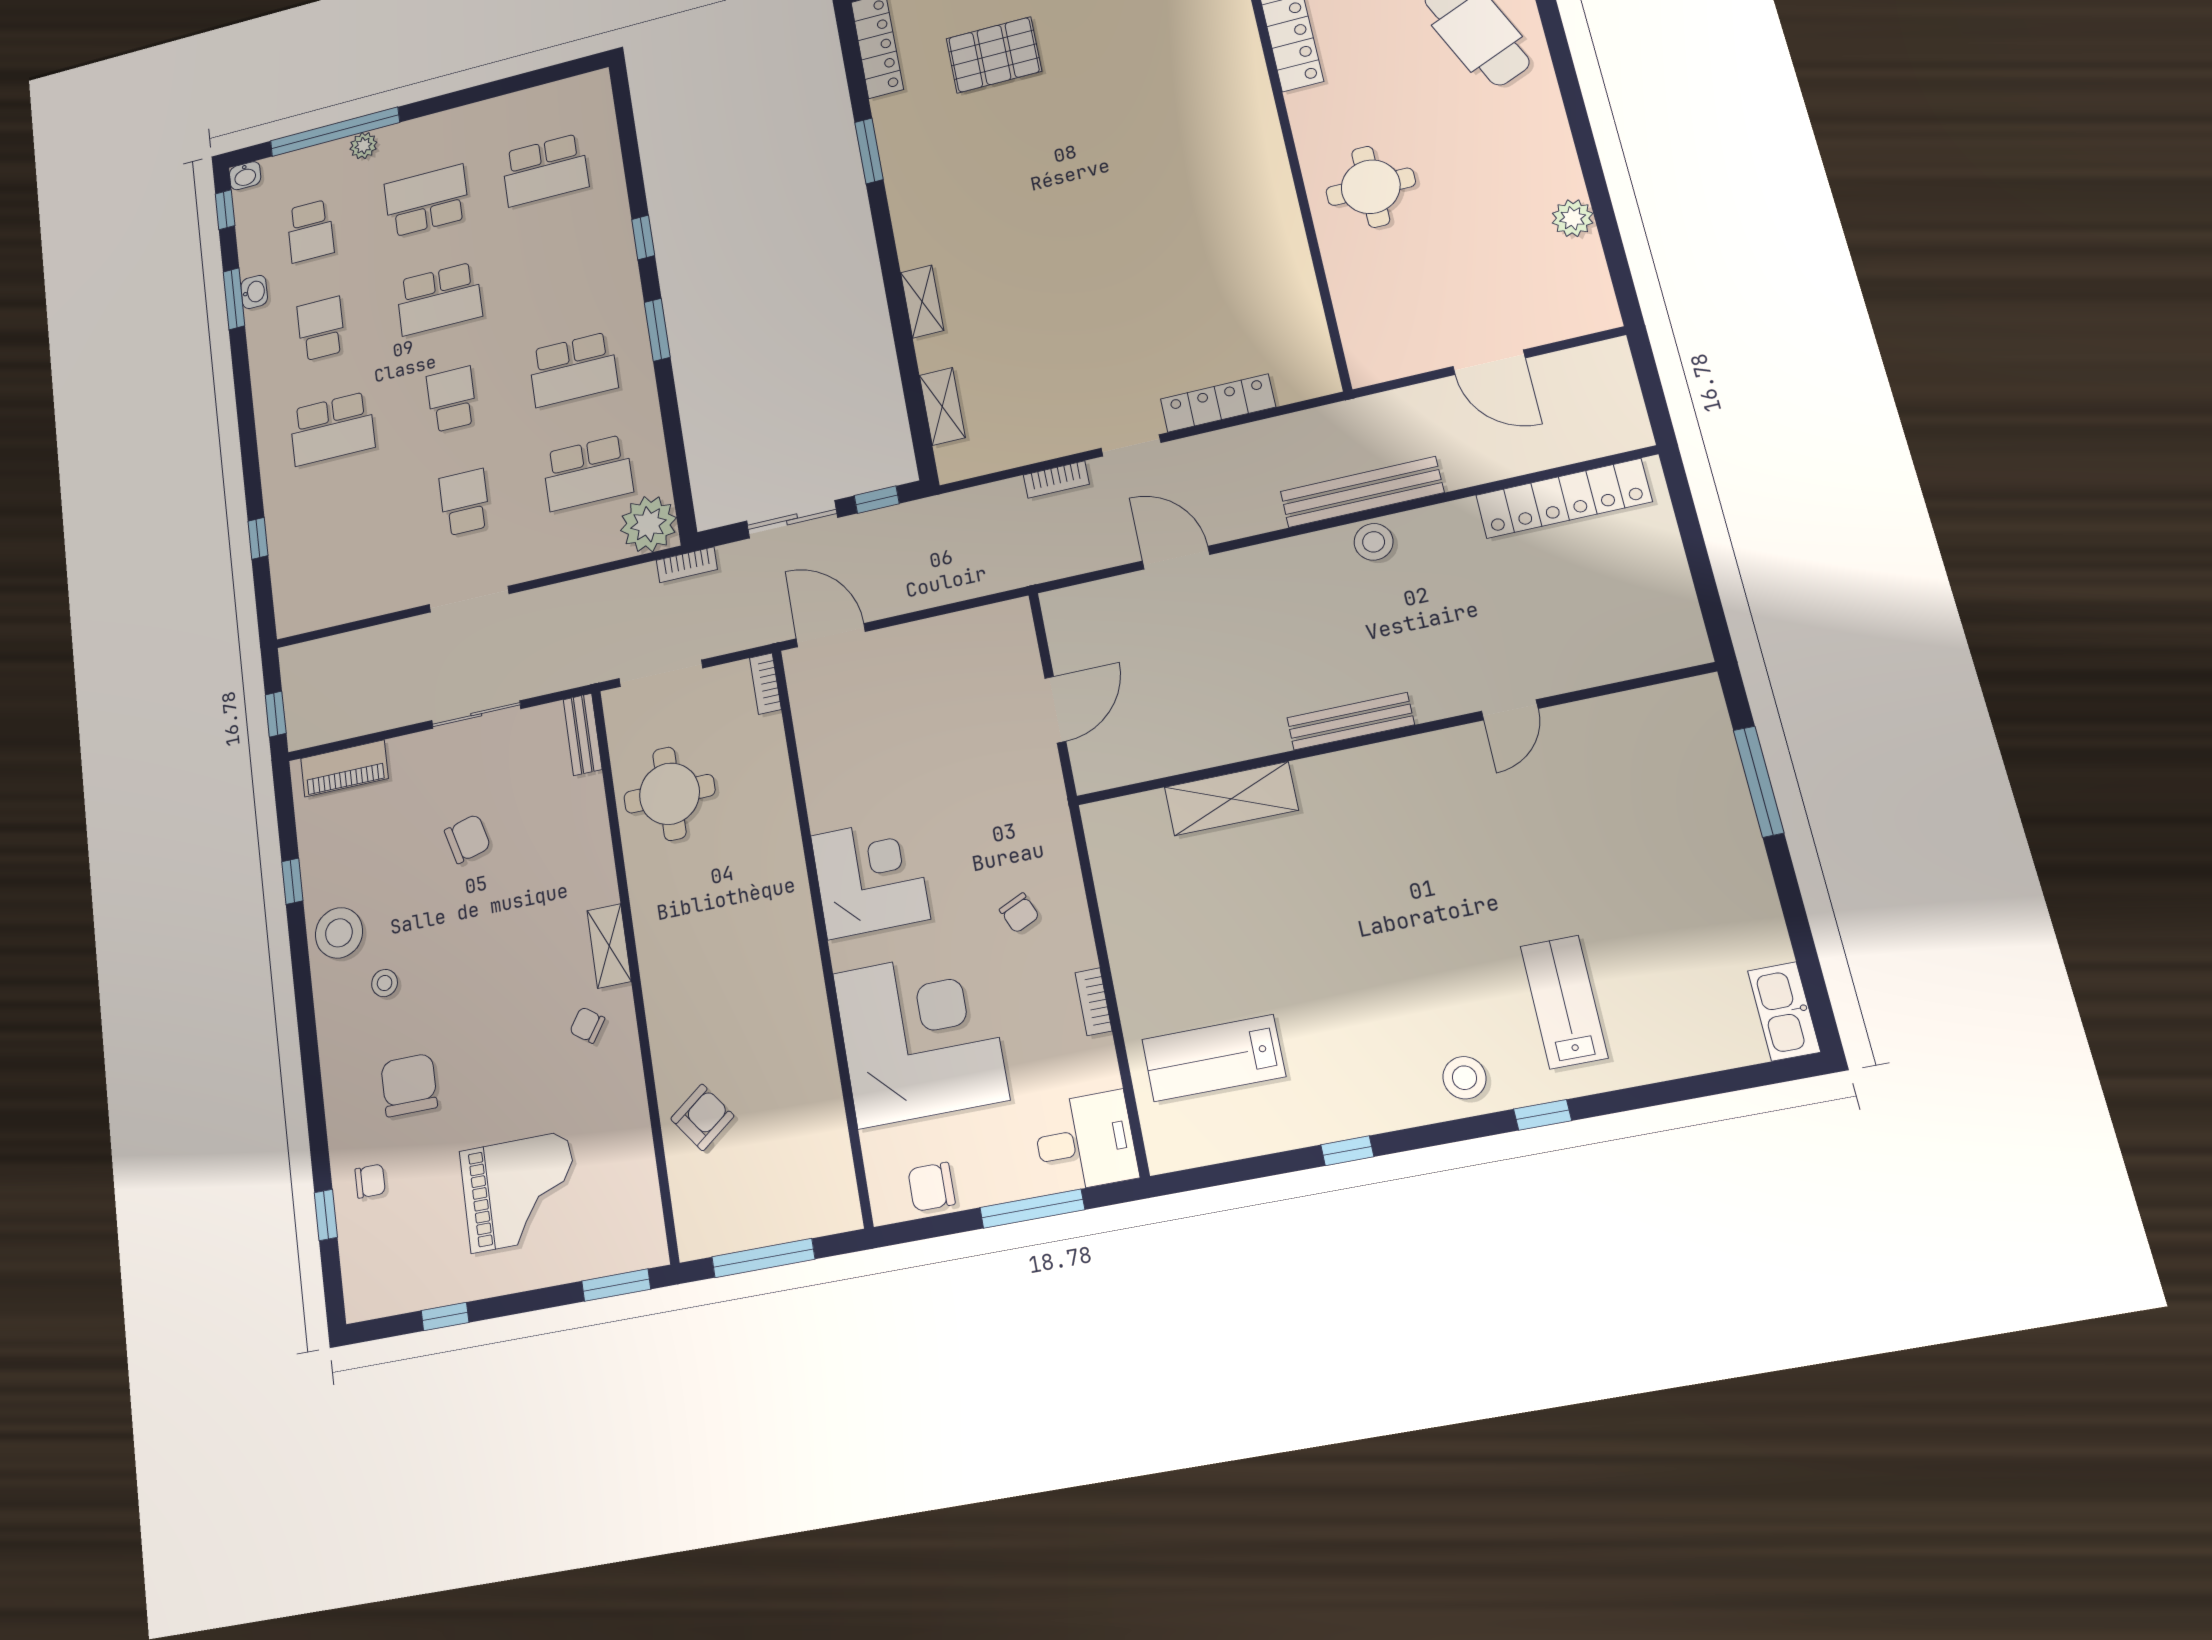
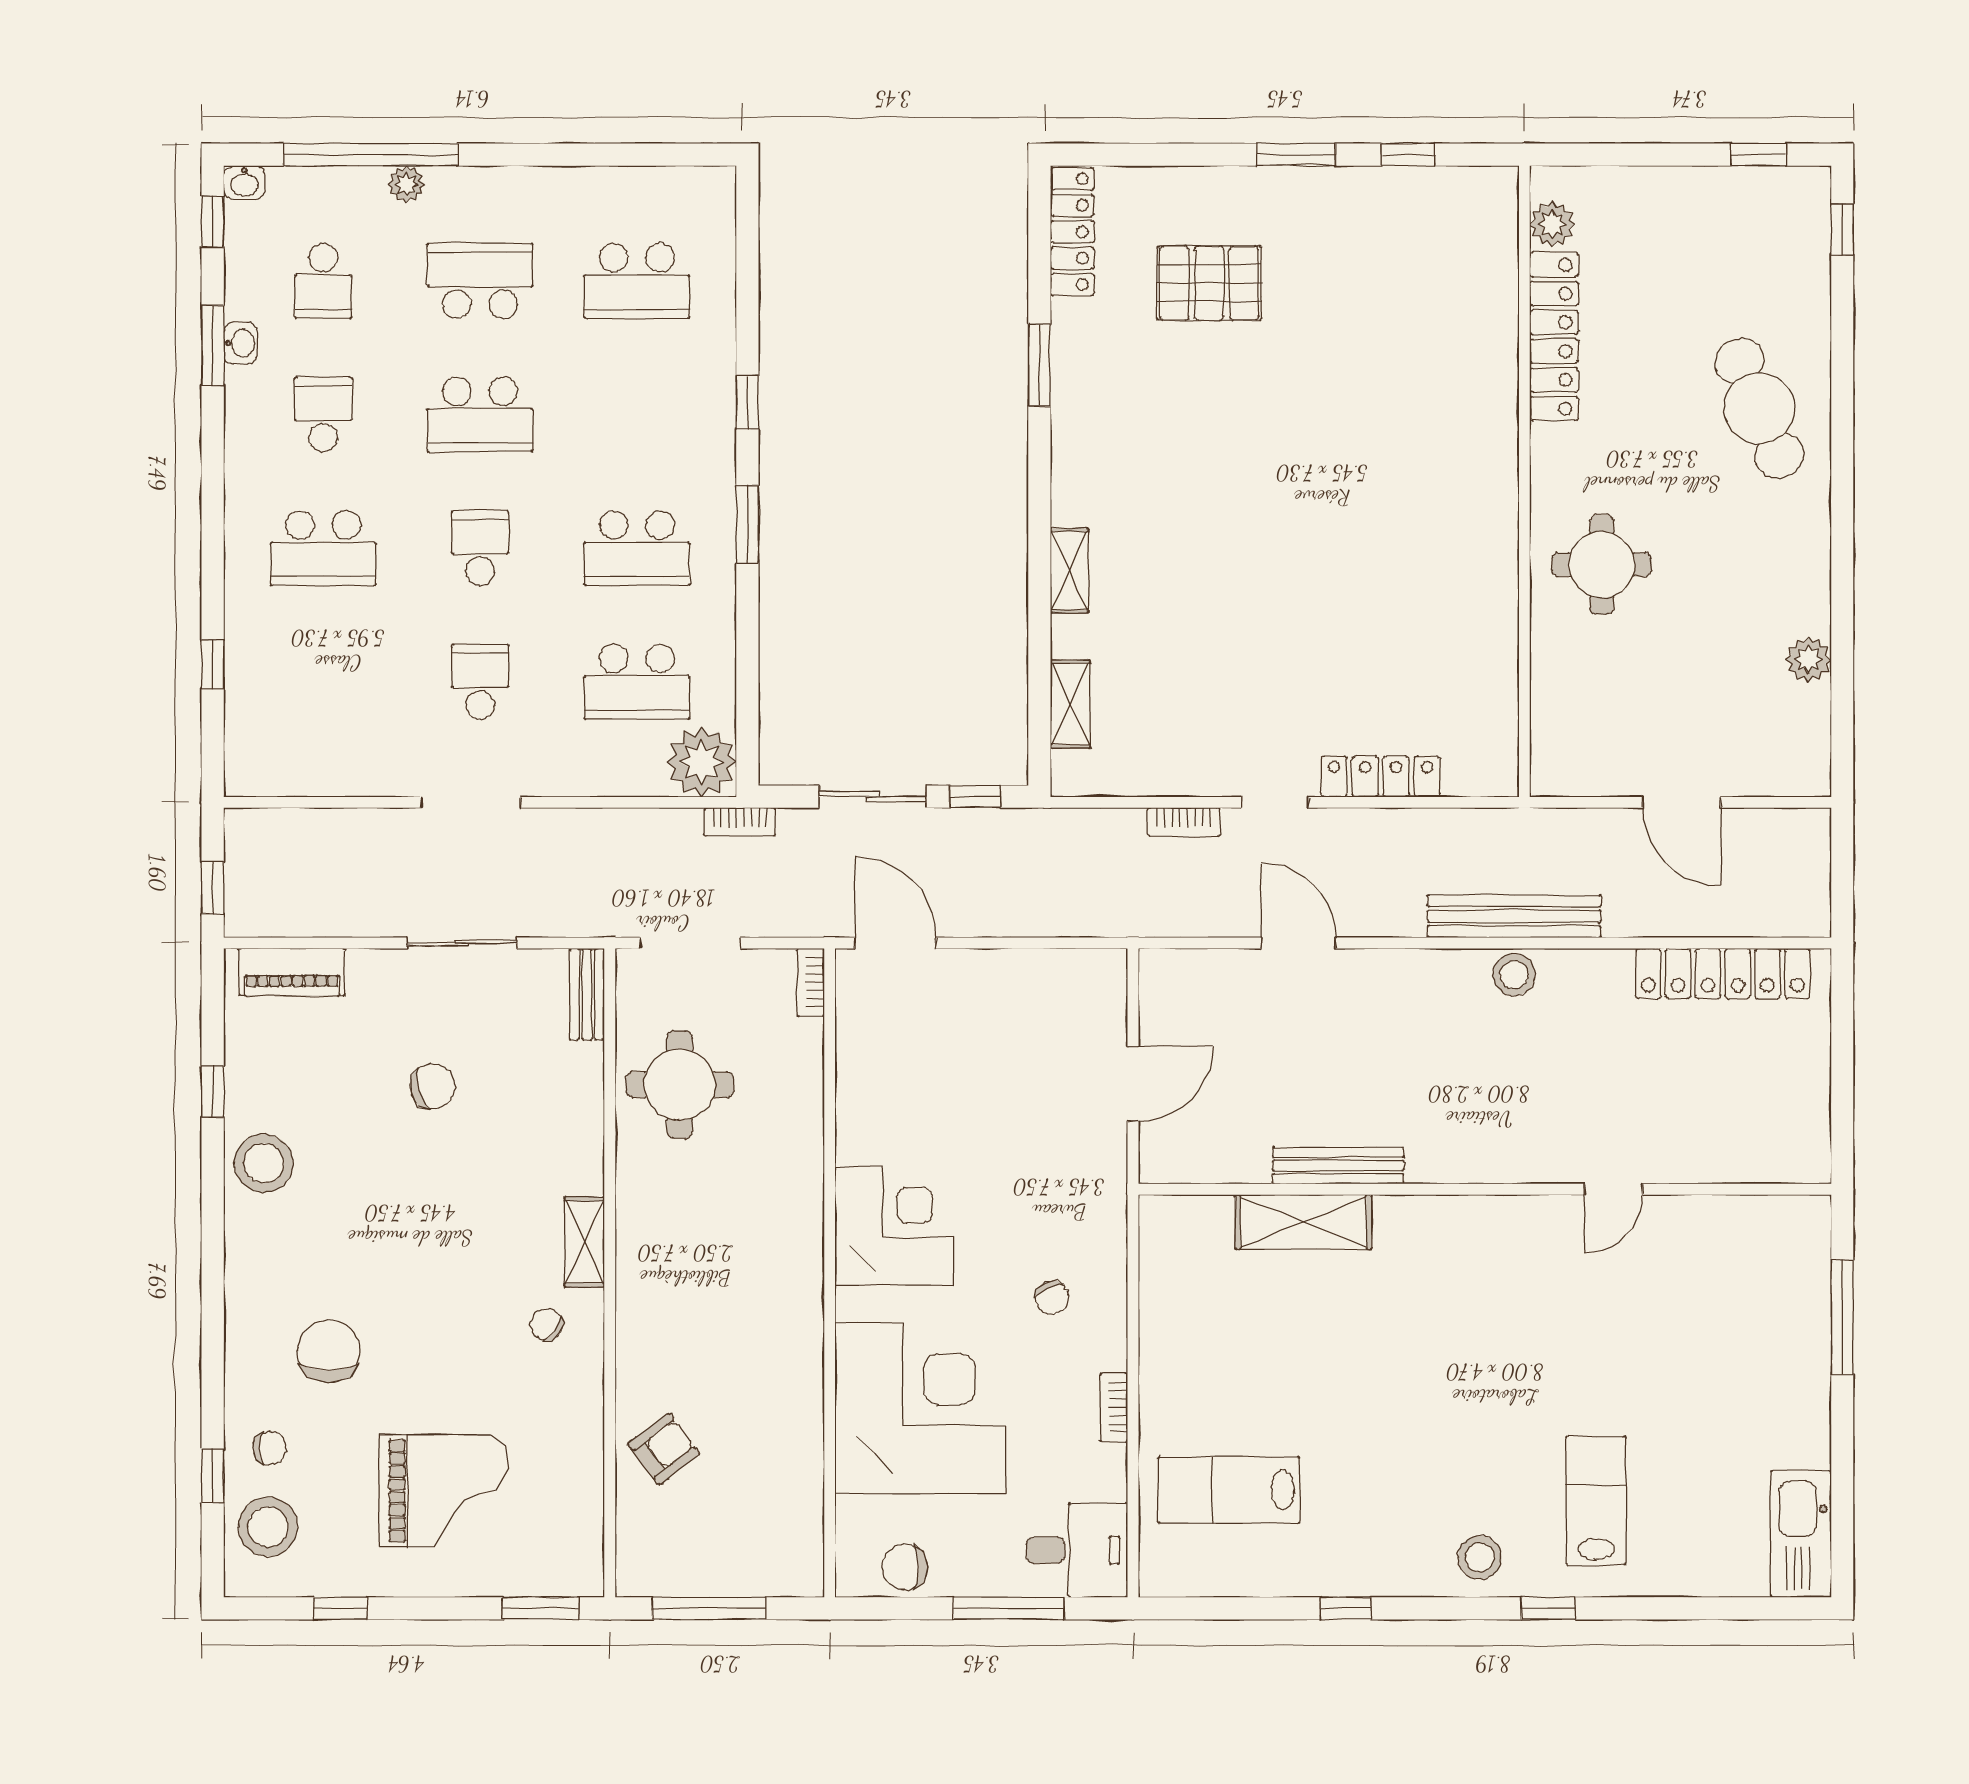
bench: (1351, 721) -> (1338, 1166), moved
stool: (385, 983) -> (268, 1527), moved, width x1.89, depth x1.89
kitchen sink: (1784, 1011) -> (1801, 1534), width x1.36, depth x1.24

